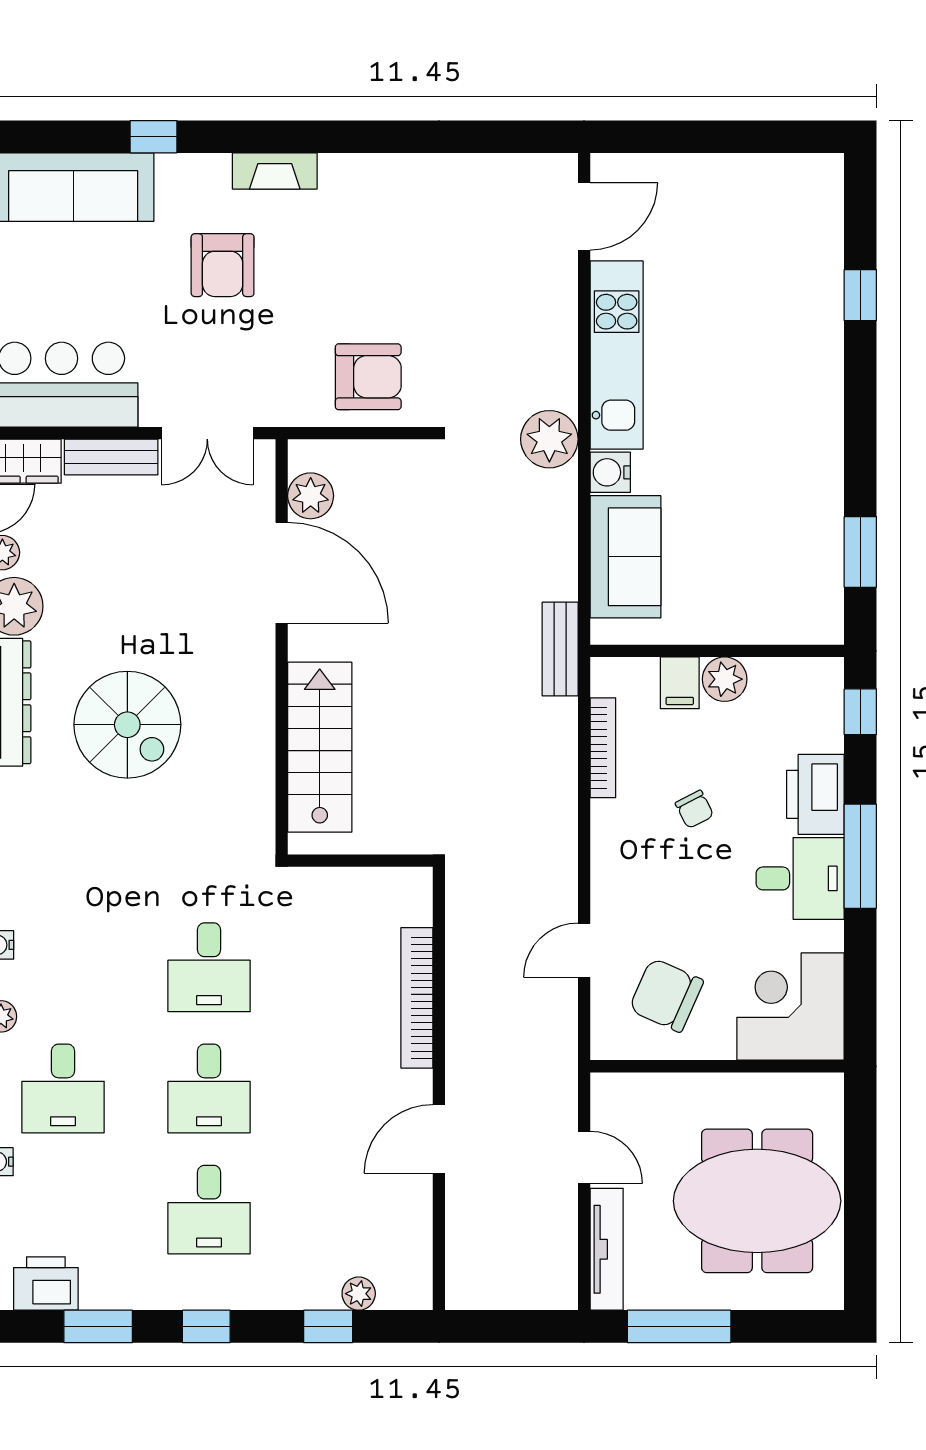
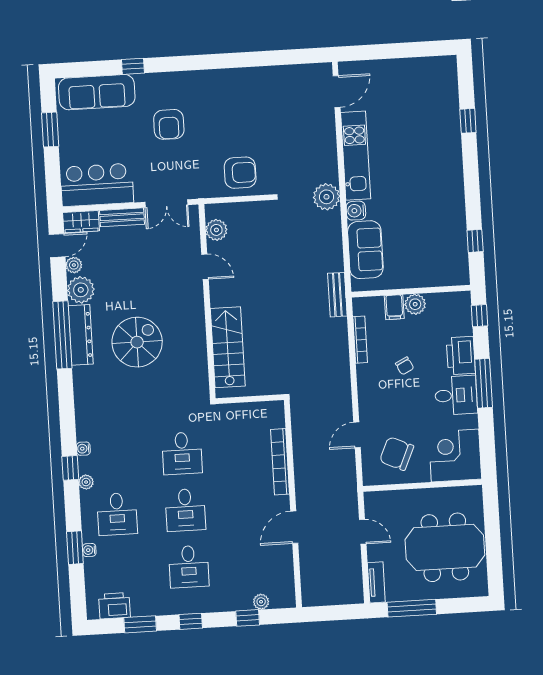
fireplace: (275, 171) -> (191, 79), removed
window: (860, 552) -> (475, 241), width x0.67
door: (282, 573) -> (205, 267), width x0.53
spiral stairs: (127, 725) -> (137, 342), turned -90
tv unit: (607, 1249) -> (376, 582), width x0.71

